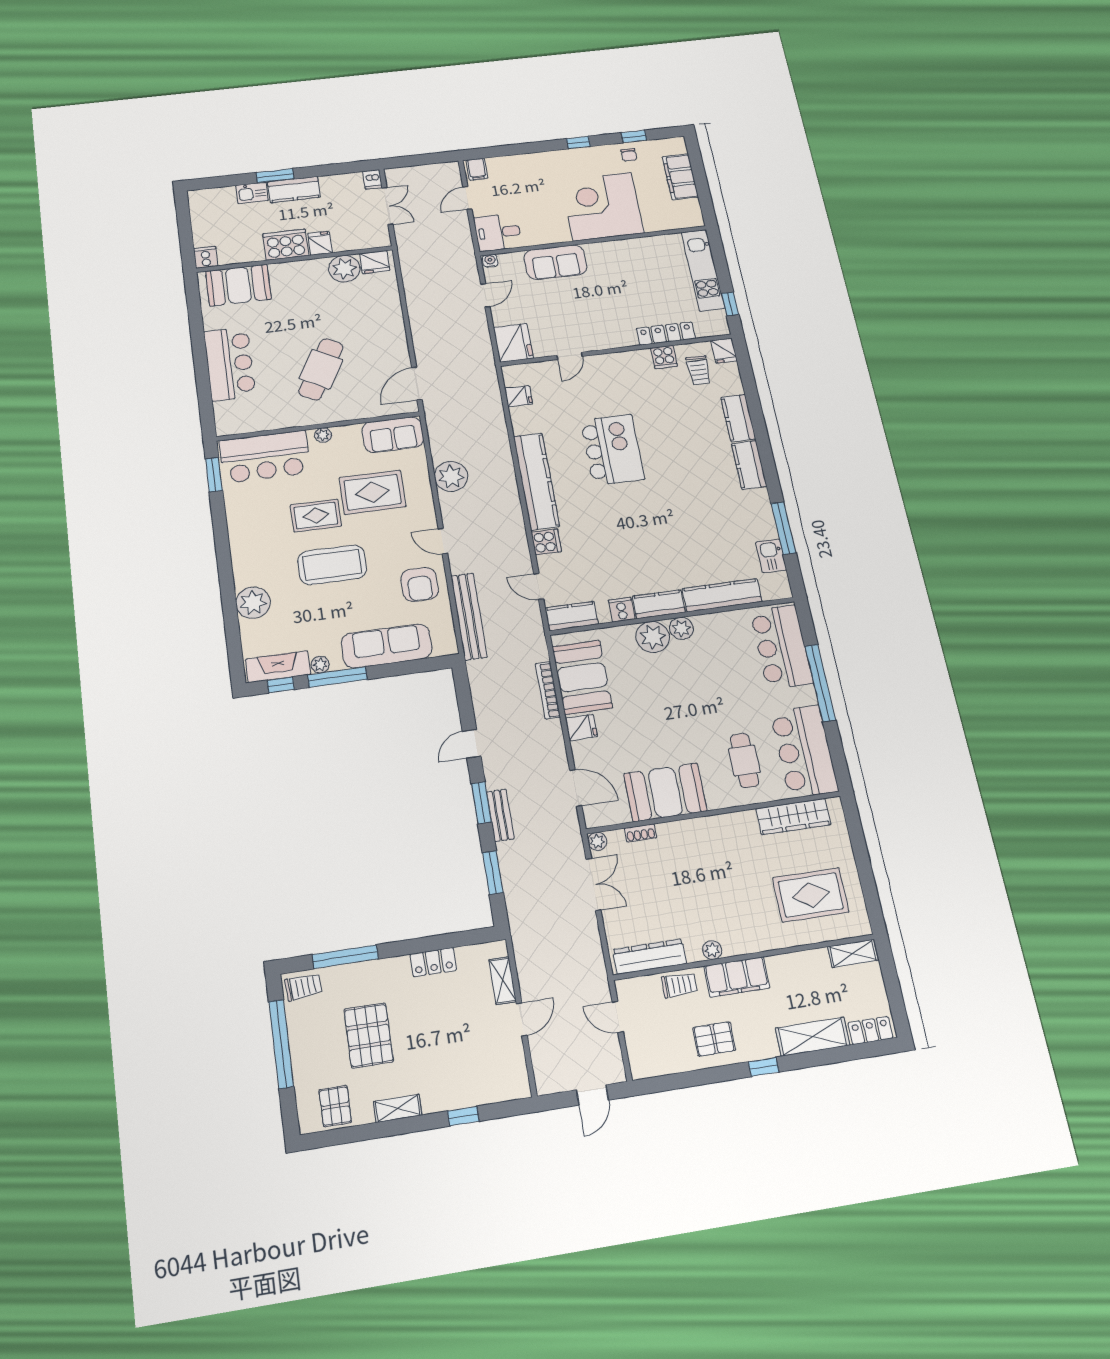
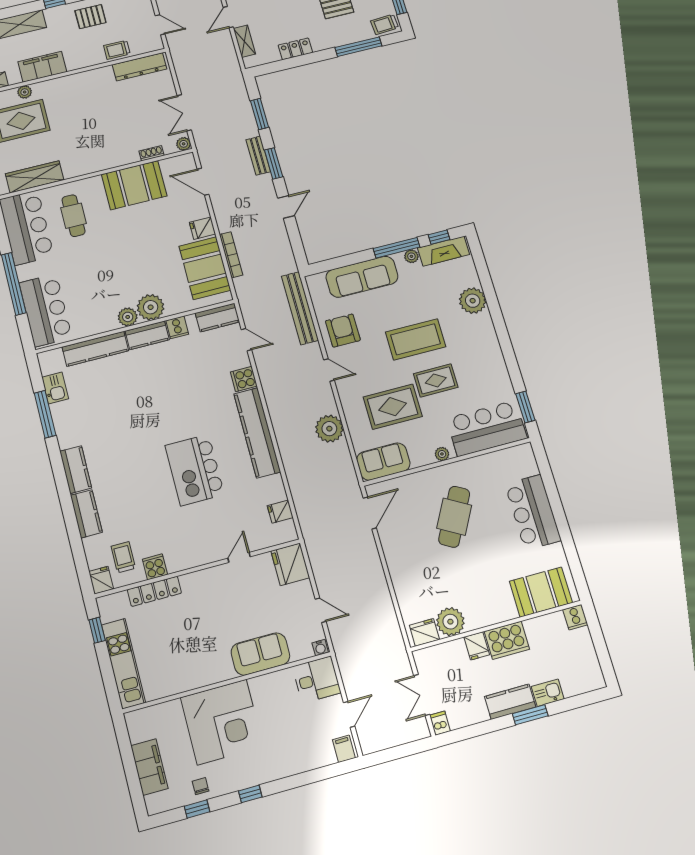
door: (485, 295) -> (321, 610), swing flipped
plant: (712, 950) -> (25, 92), moved
filing cabinet: (737, 977) -> (42, 67), moved

